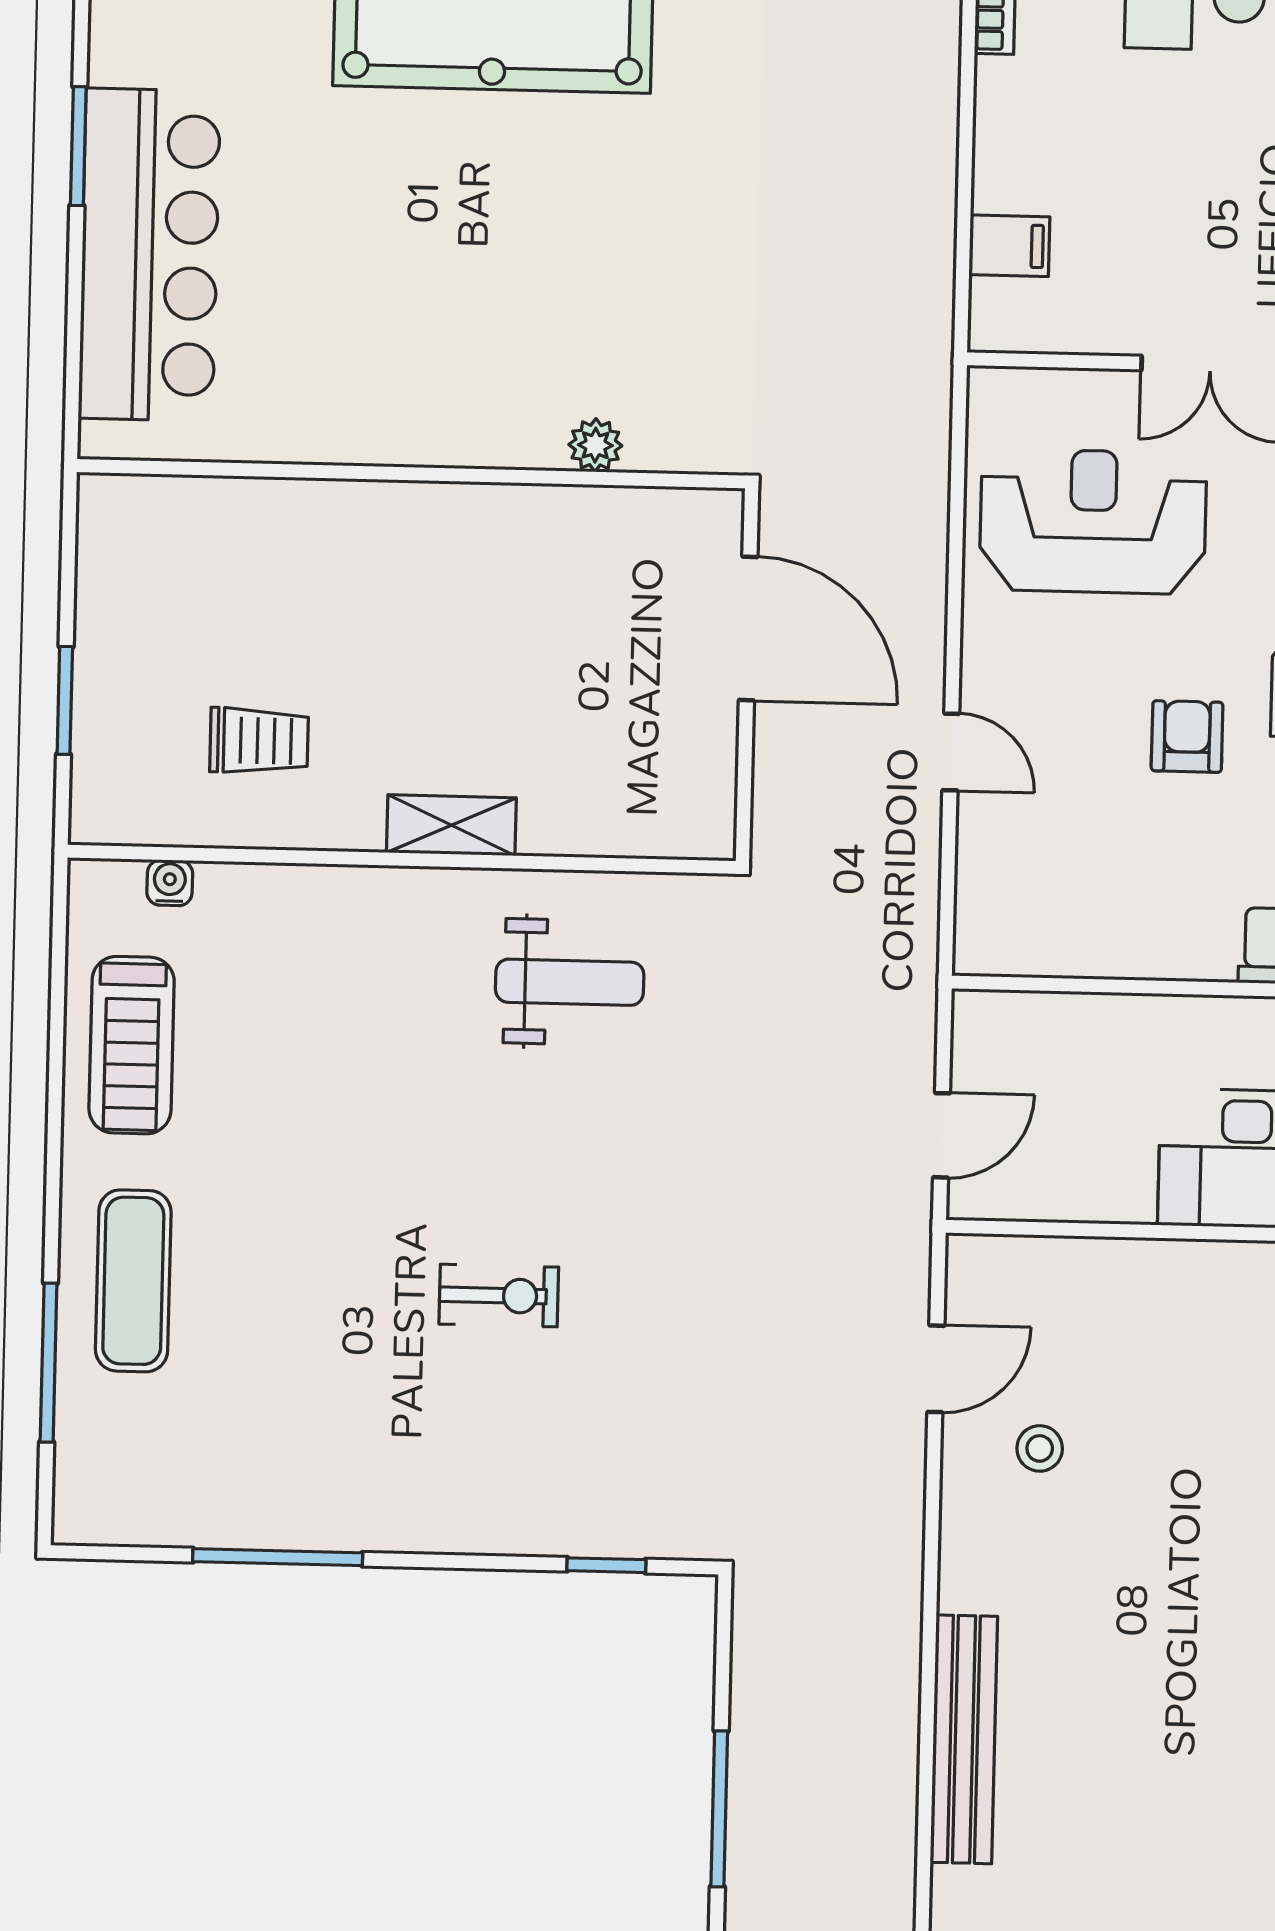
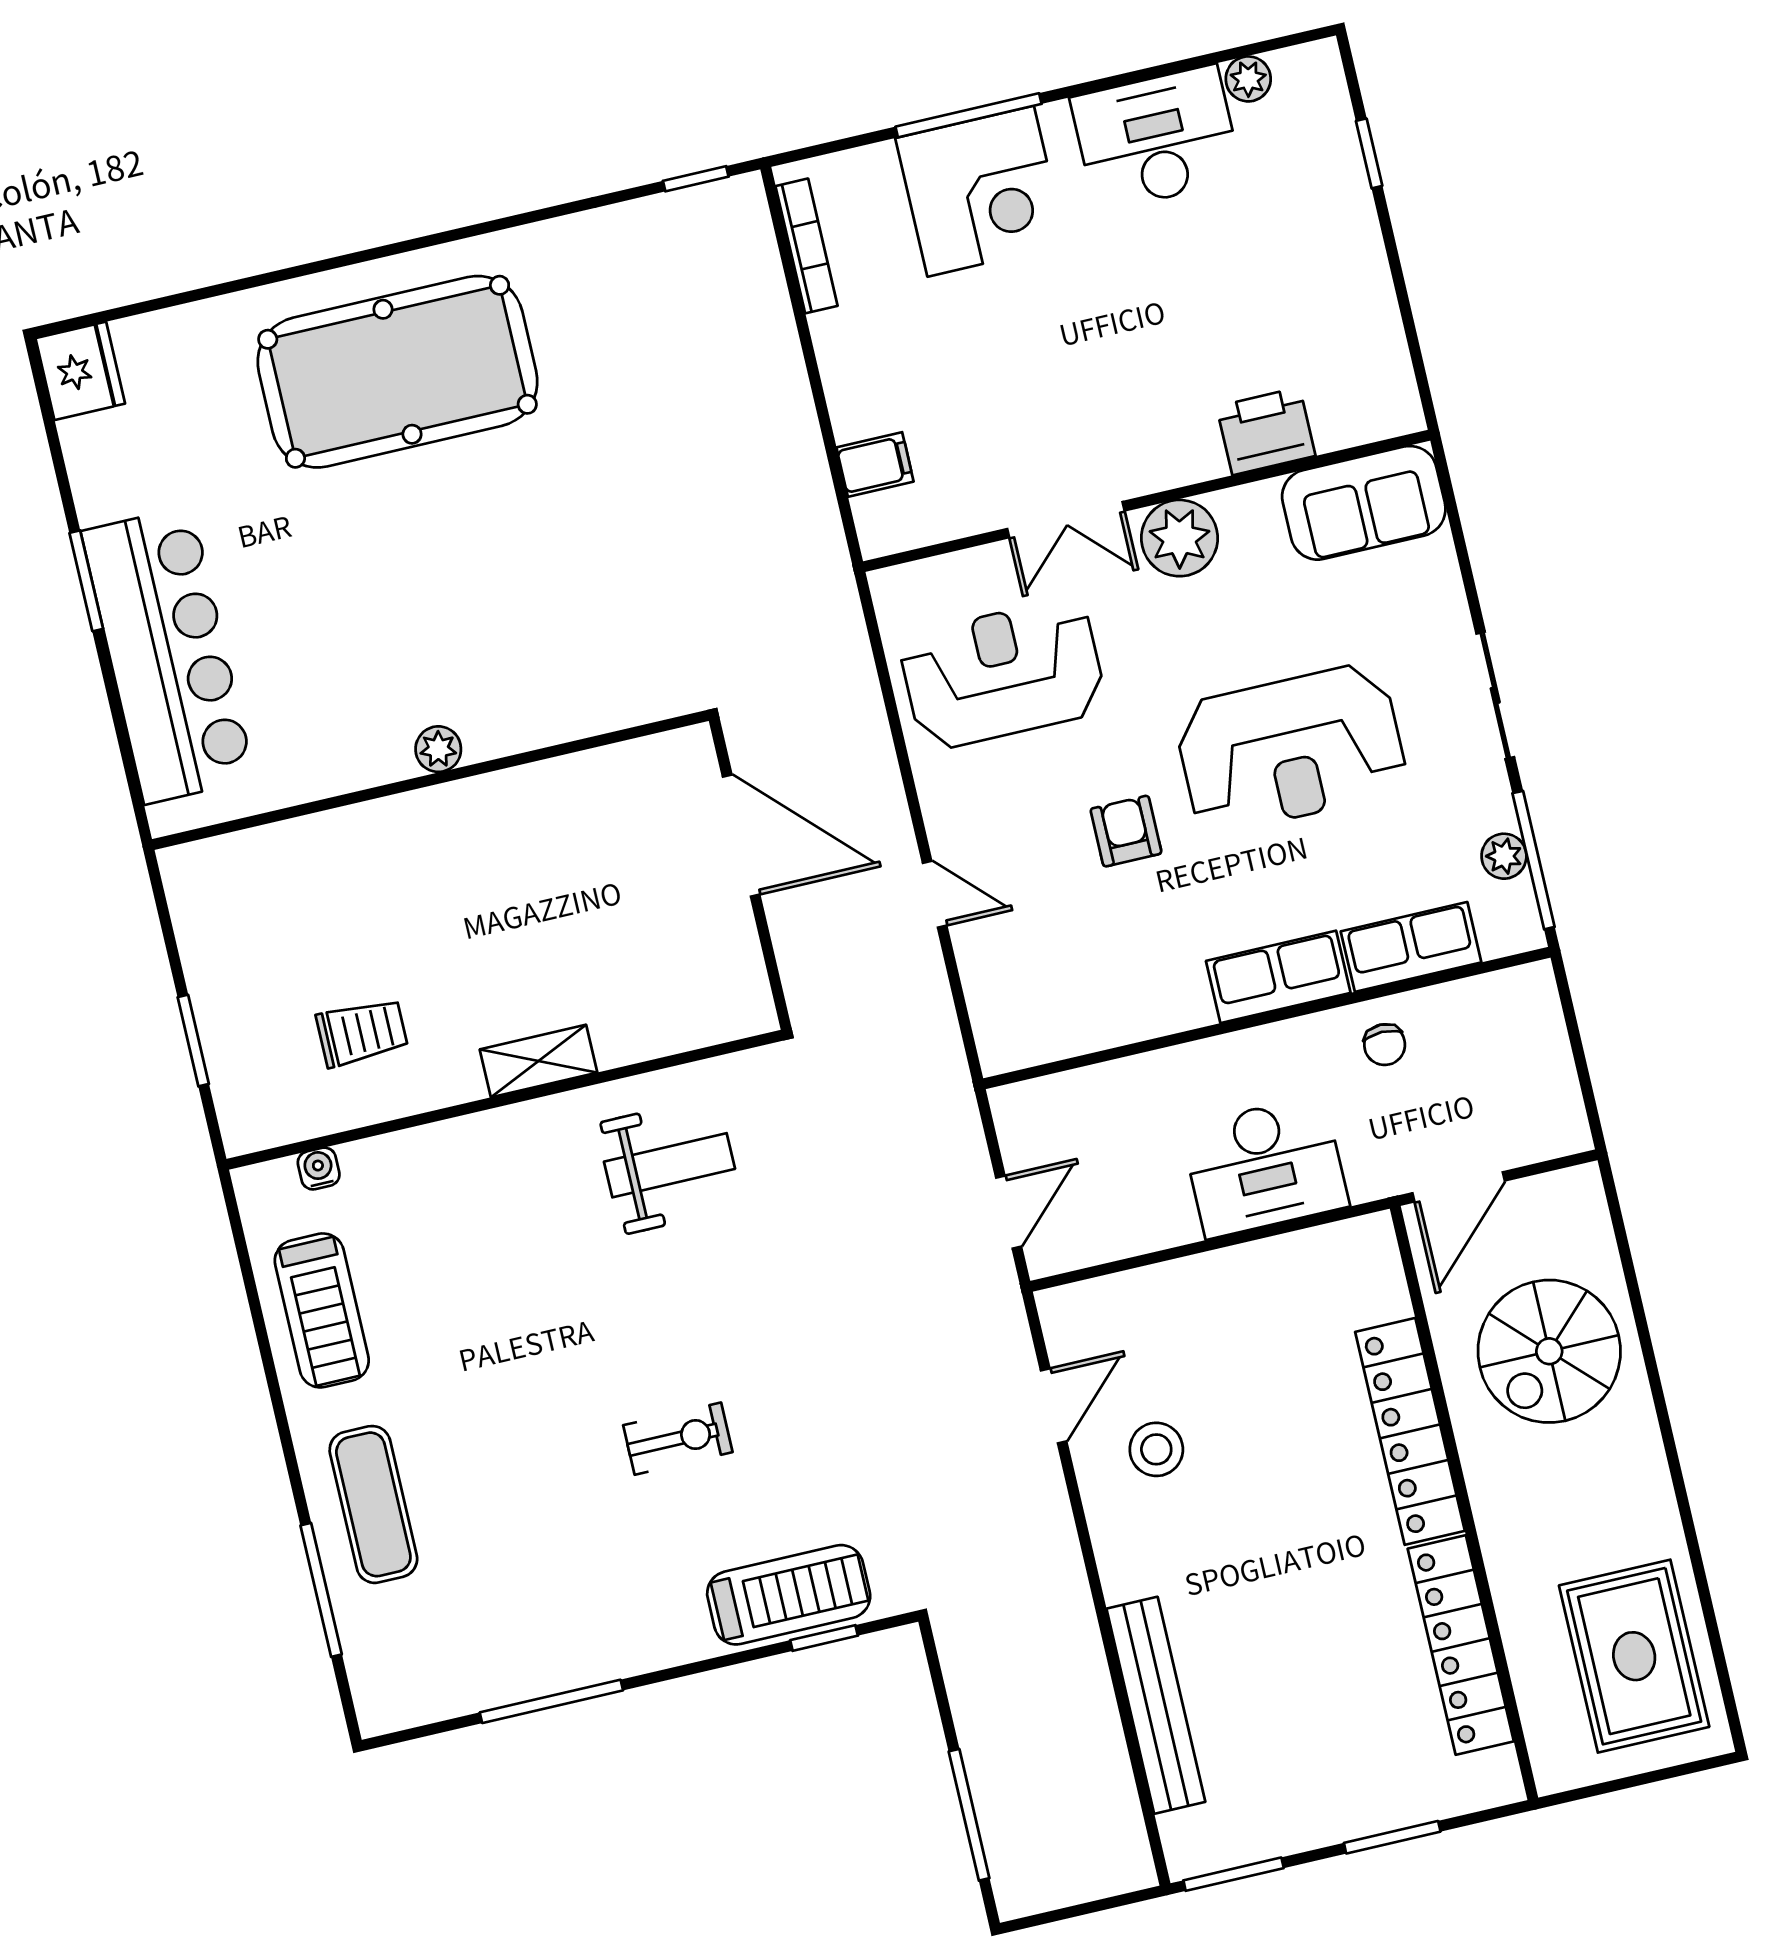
plant: (595, 445) -> (438, 749), moved
stool: (1040, 1448) -> (1156, 1449), width x1.37, depth x1.37
treadmill: (579, 1506) -> (789, 1595), added

